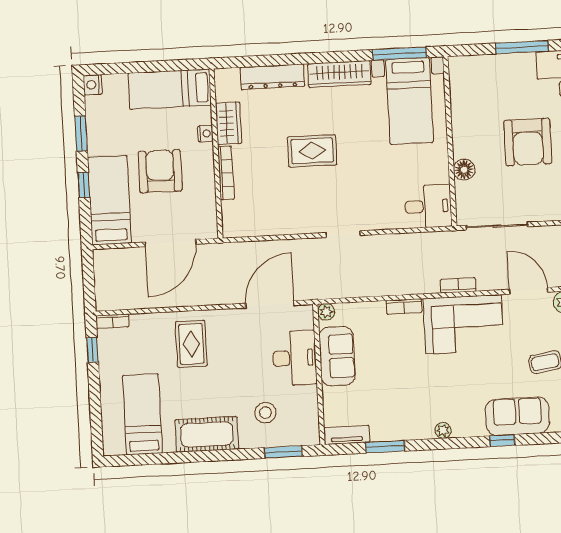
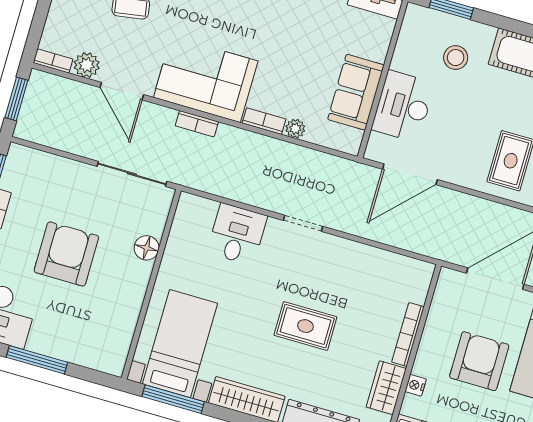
armchair: (160, 171) -> (479, 361), turned 180
desk: (428, 206) -> (237, 234), moved, turned 90
plant: (326, 312) -> (295, 129), moved

